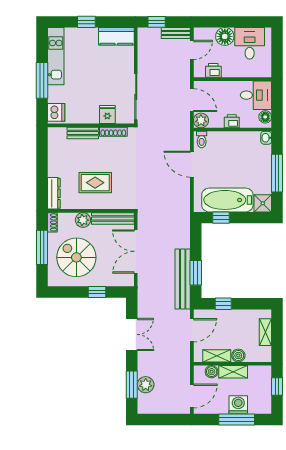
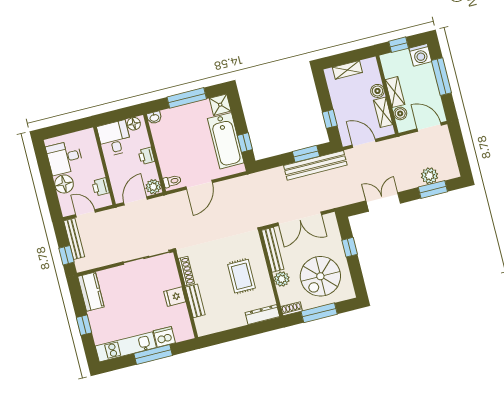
bench: (176, 33) -> (74, 239), width x1.36
dishwasher: (56, 112) -> (164, 337), moved
fridge: (107, 115) -> (175, 297), moved
washing machine: (238, 405) -> (420, 55), moved, turned -90

